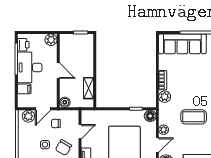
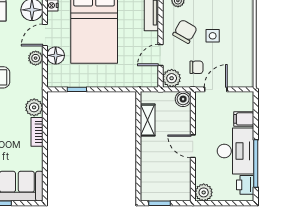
plant: (28, 116) -> (172, 78), moved
floor lamp: (150, 116) -> (56, 55), moved

